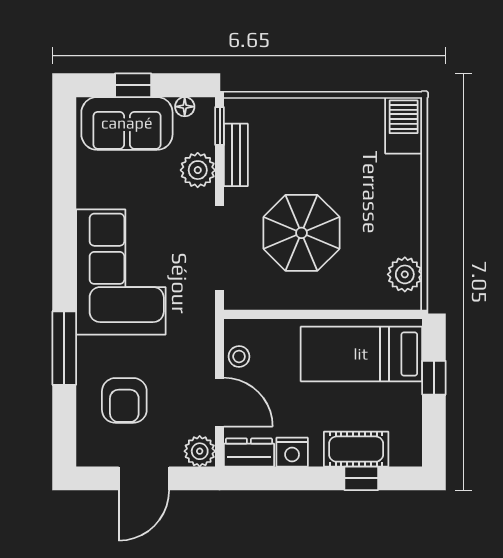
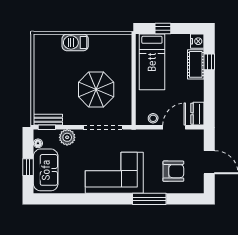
barbecue: (404, 125) -> (75, 42), moved
bench: (236, 155) -> (48, 120), moved
plant: (405, 274) -> (115, 42), removed
plant: (200, 451) -> (197, 136), removed
nightstand: (292, 452) -> (197, 41), moved

